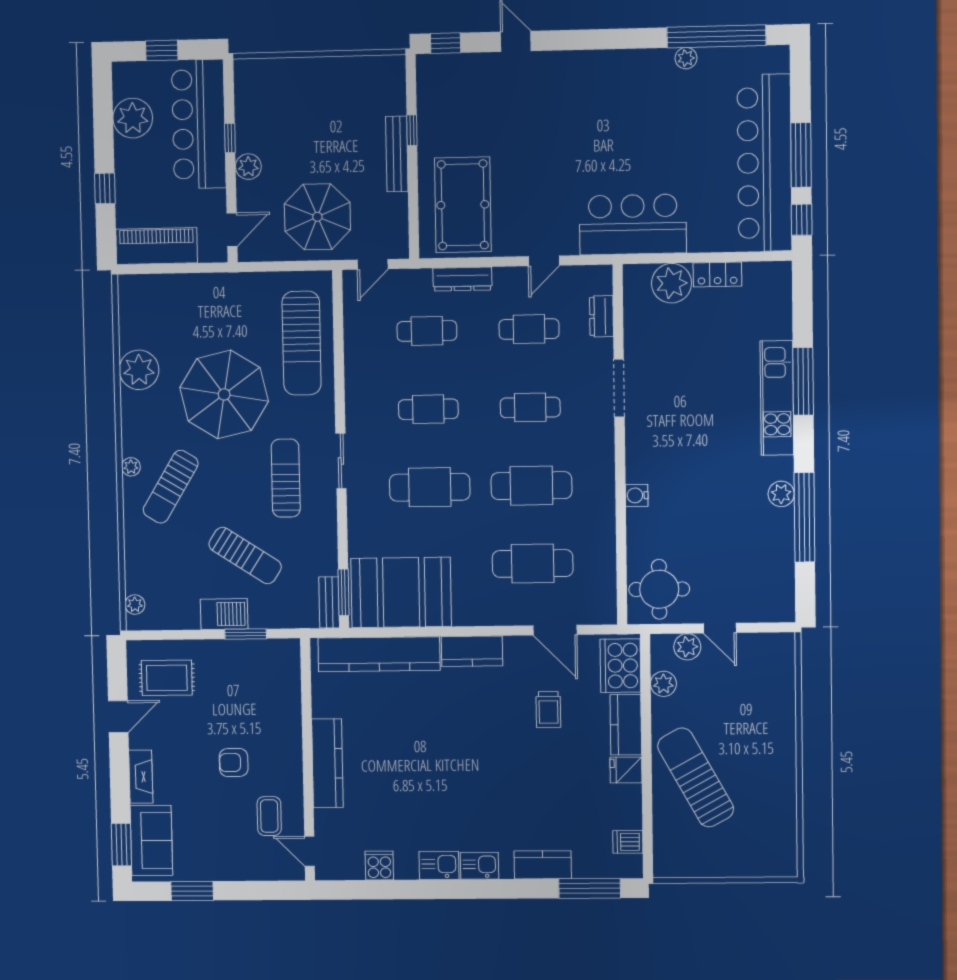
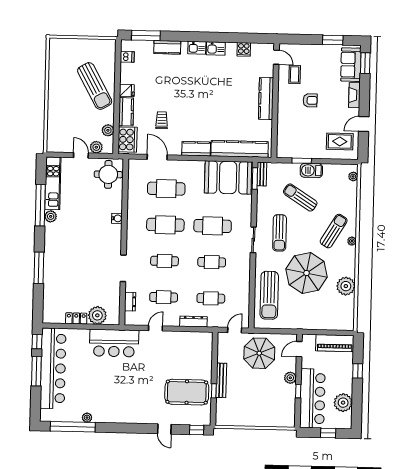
pool table: (463, 205) -> (187, 392), moved, turned 90
sun lounger: (302, 343) -> (269, 295), turned 180
kitchen unit: (777, 398) -> (53, 183), moved

